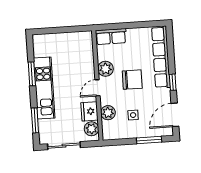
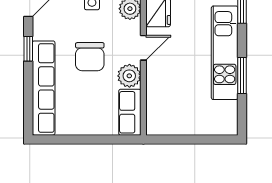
row of seats: (111, 37) -> (130, 112), moved, turned -90
chair: (132, 80) -> (90, 57), turned -90

